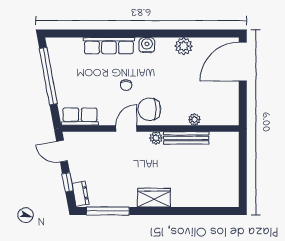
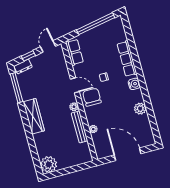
door: (243, 62) -> (128, 154), moved
plant: (227, 195) -> (49, 164), added
wardrobe: (154, 198) -> (34, 116), width x1.50

